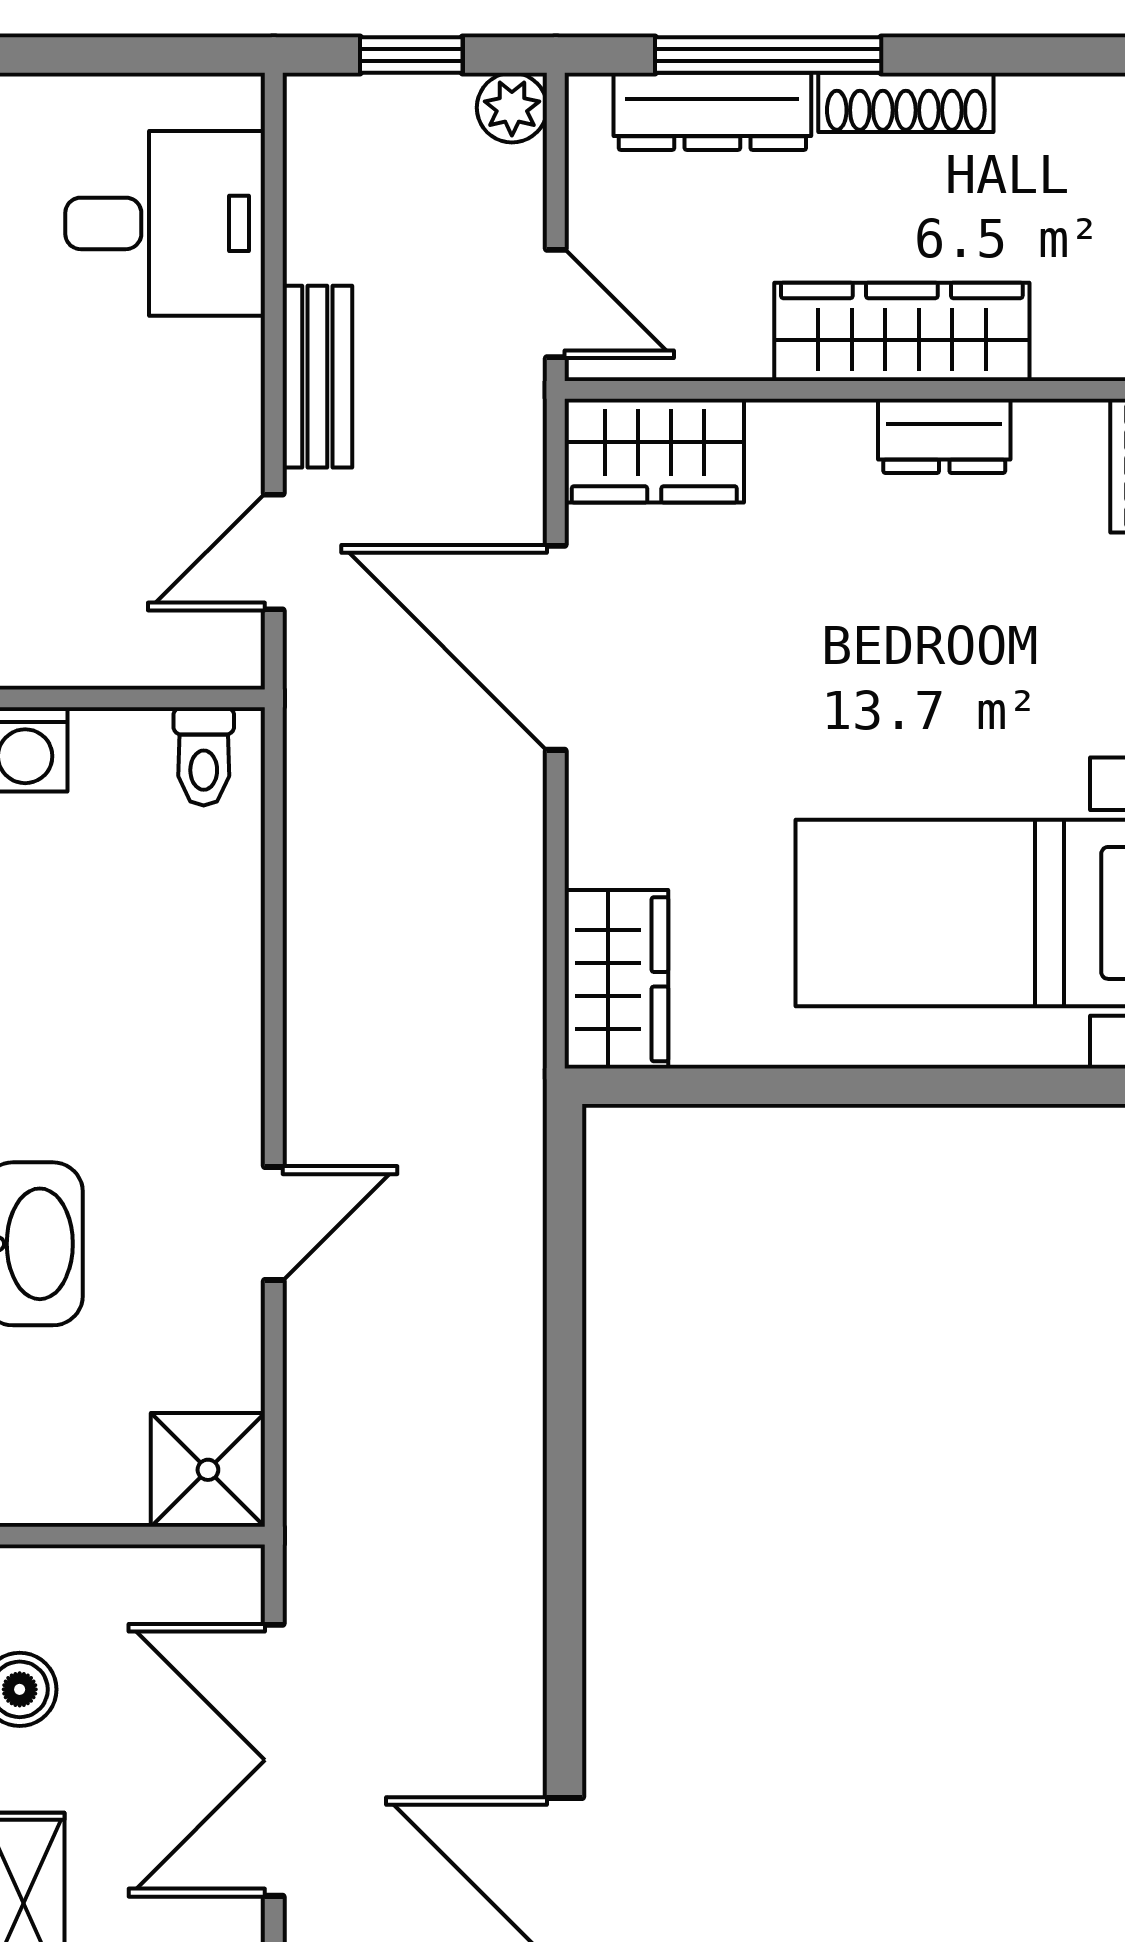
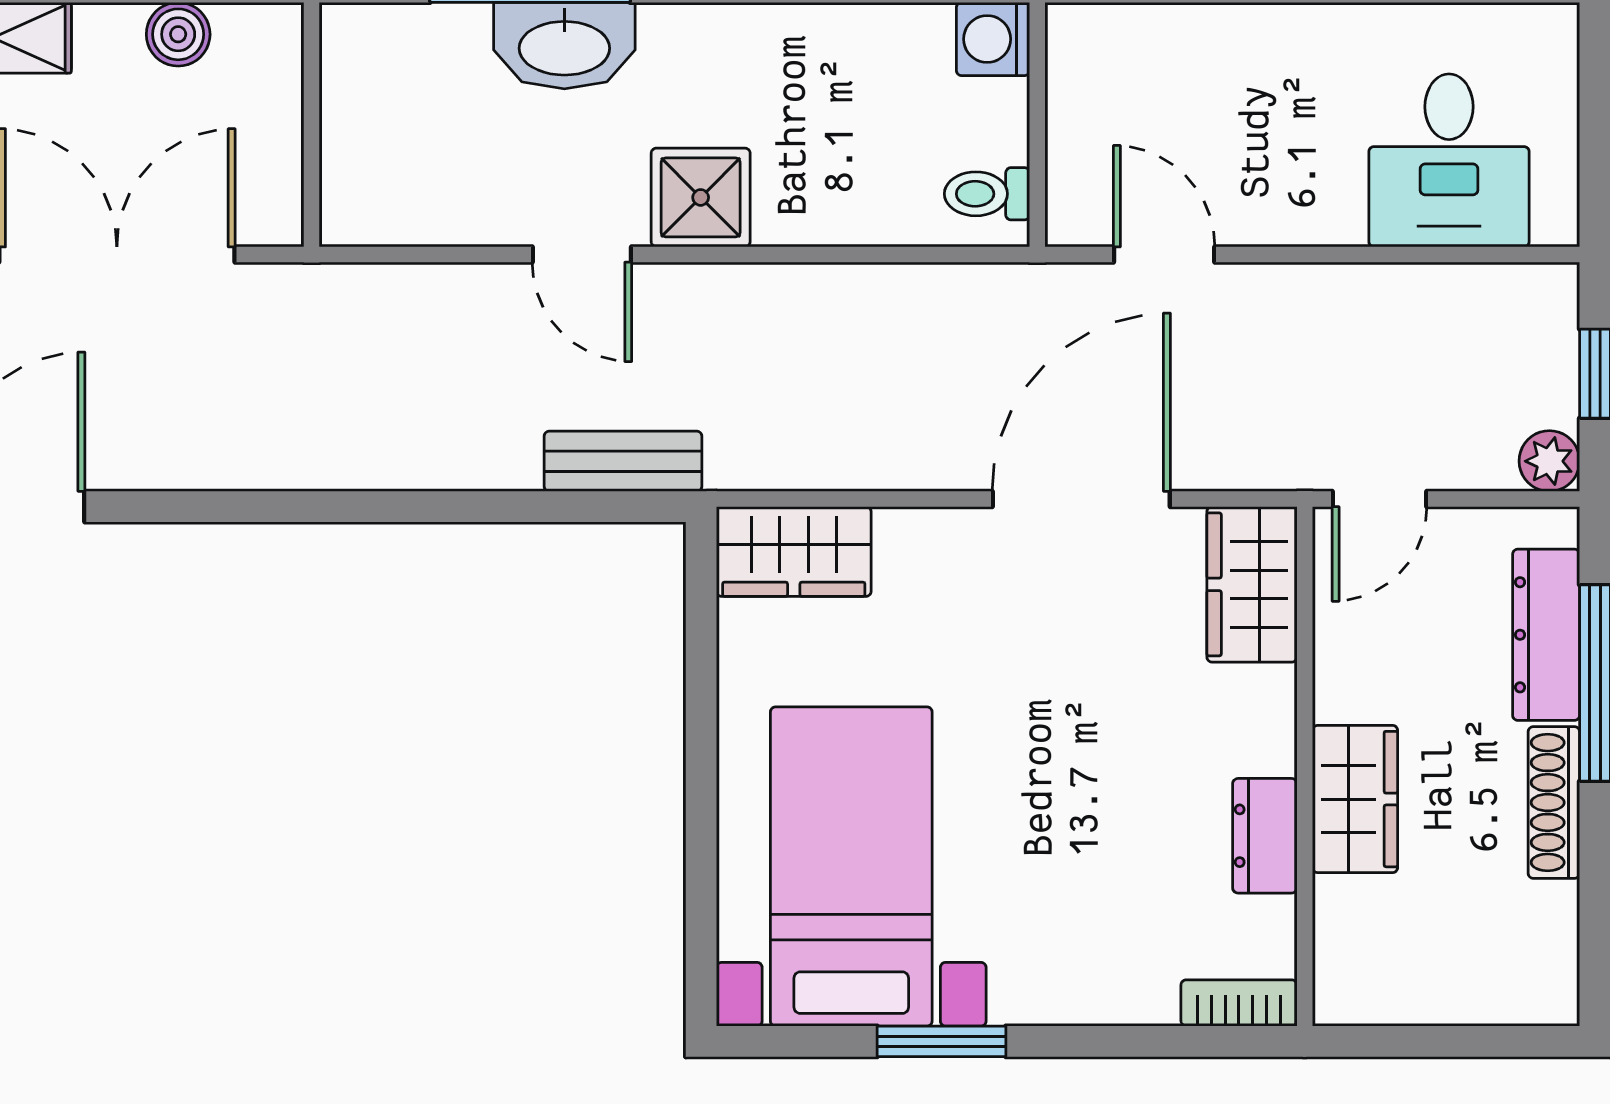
wardrobe: (902, 332) -> (1355, 799), width x0.67
bench: (317, 377) -> (623, 461), moved
shower: (208, 1470) -> (701, 197), moved

